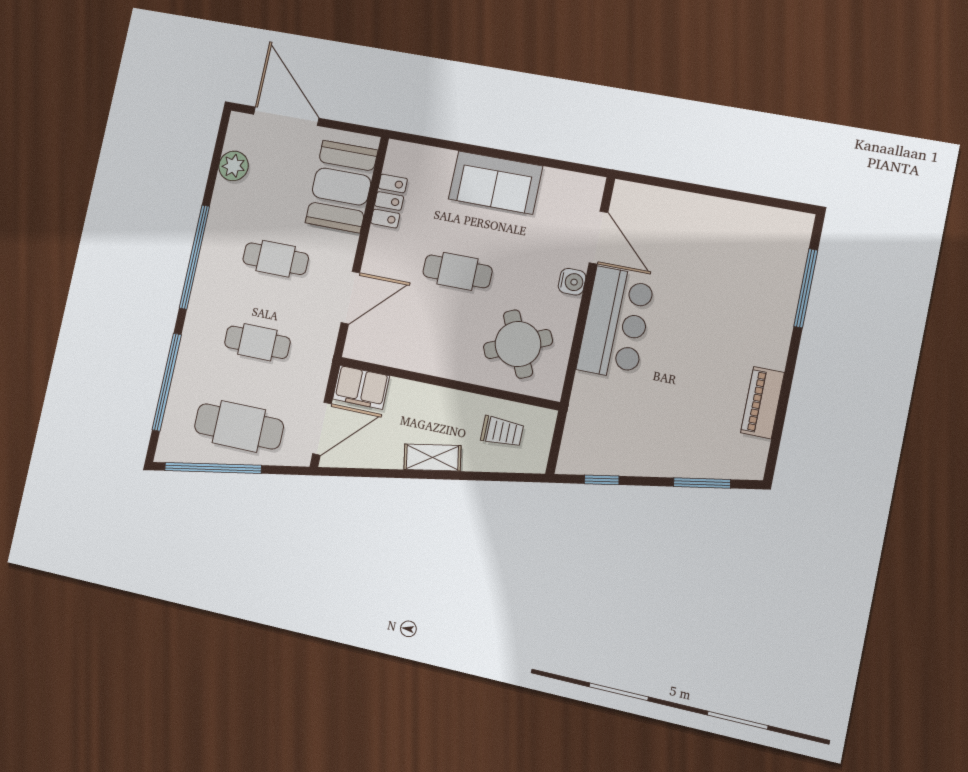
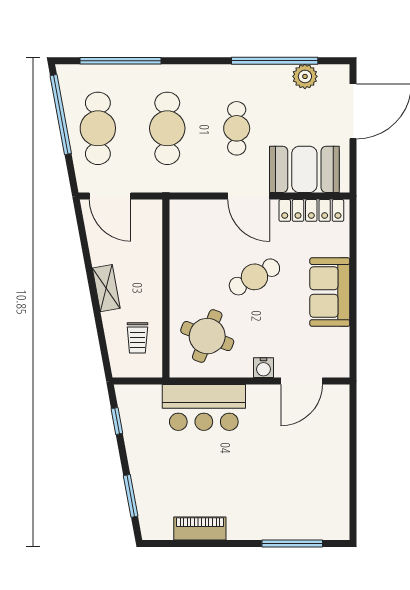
locker: (389, 201) -> (311, 210), width x1.53
window: (194, 257) -> (275, 61), moved
cafe table: (457, 271) -> (254, 277), turned 61
door: (350, 298) -> (249, 196), moved
bar counter: (616, 323) -> (204, 407), moved
cafe table: (257, 342) -> (167, 128), width x1.37, depth x1.35
round table: (518, 344) -> (207, 336), turned 45
filing cabinet: (361, 387) -> (149, 220), removed

